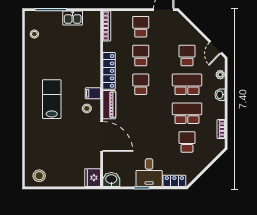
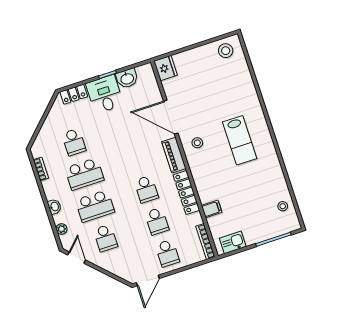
kitchen sink: (73, 18) -> (233, 242), moved
filing cabinet: (93, 93) -> (212, 209), moved
washbasin: (111, 180) -> (127, 78), moved

